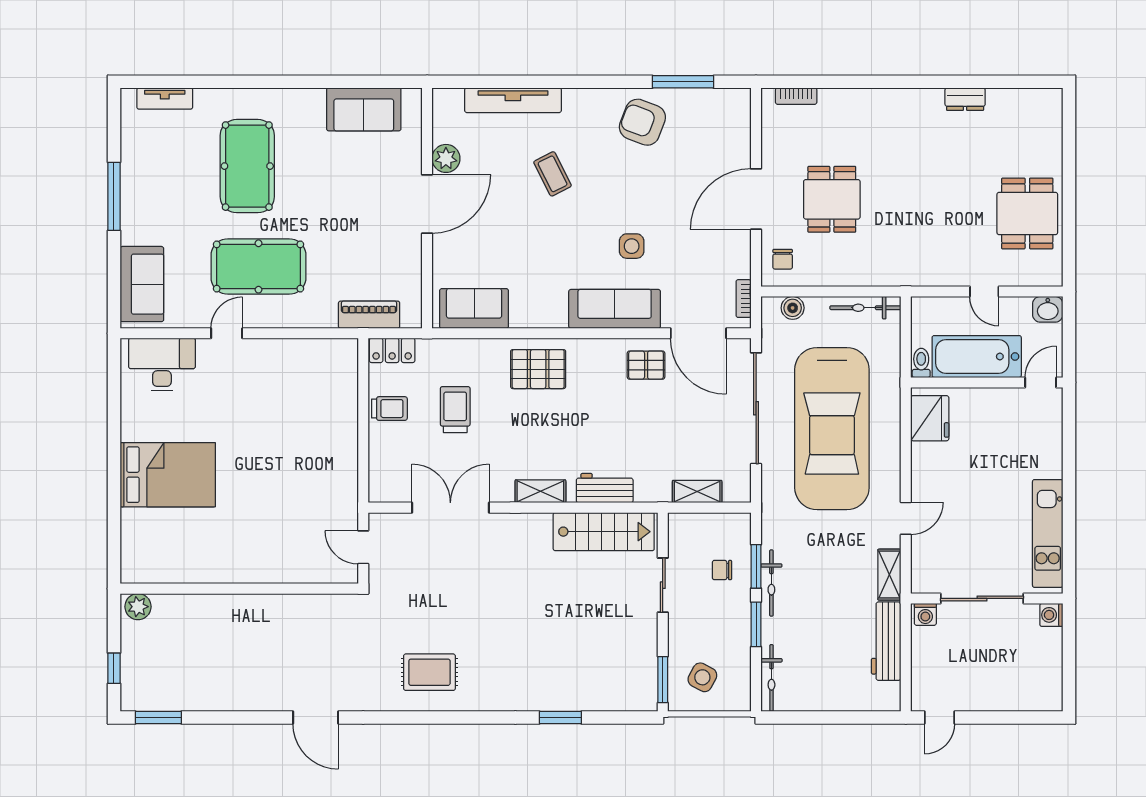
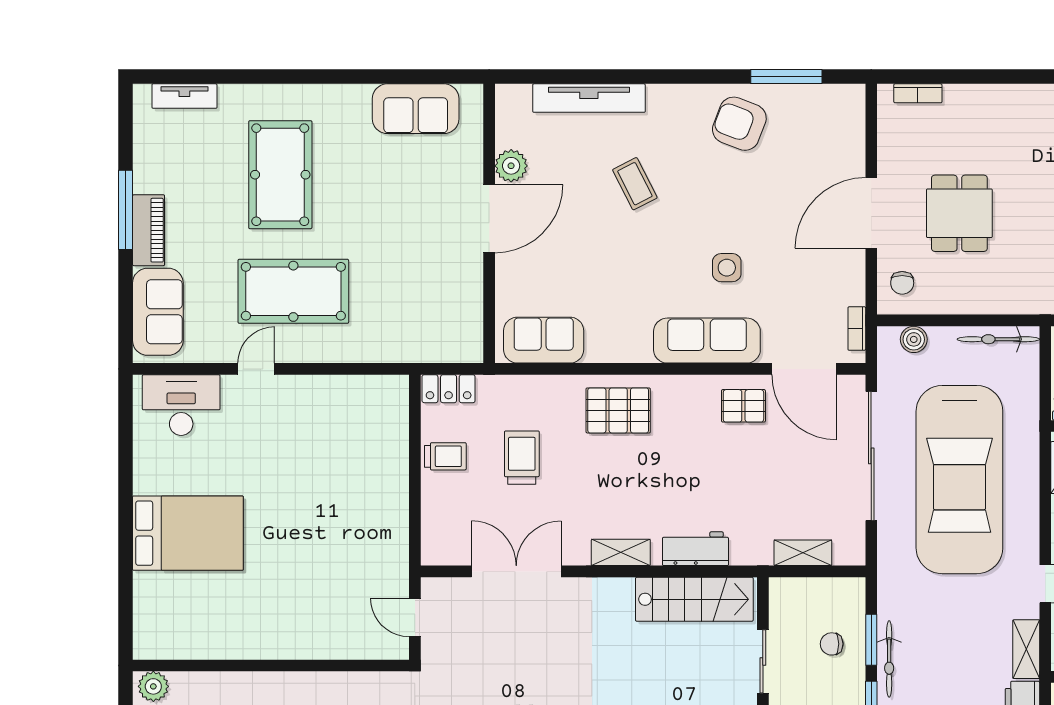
piano: (369, 315) -> (149, 230), moved, turned 90

